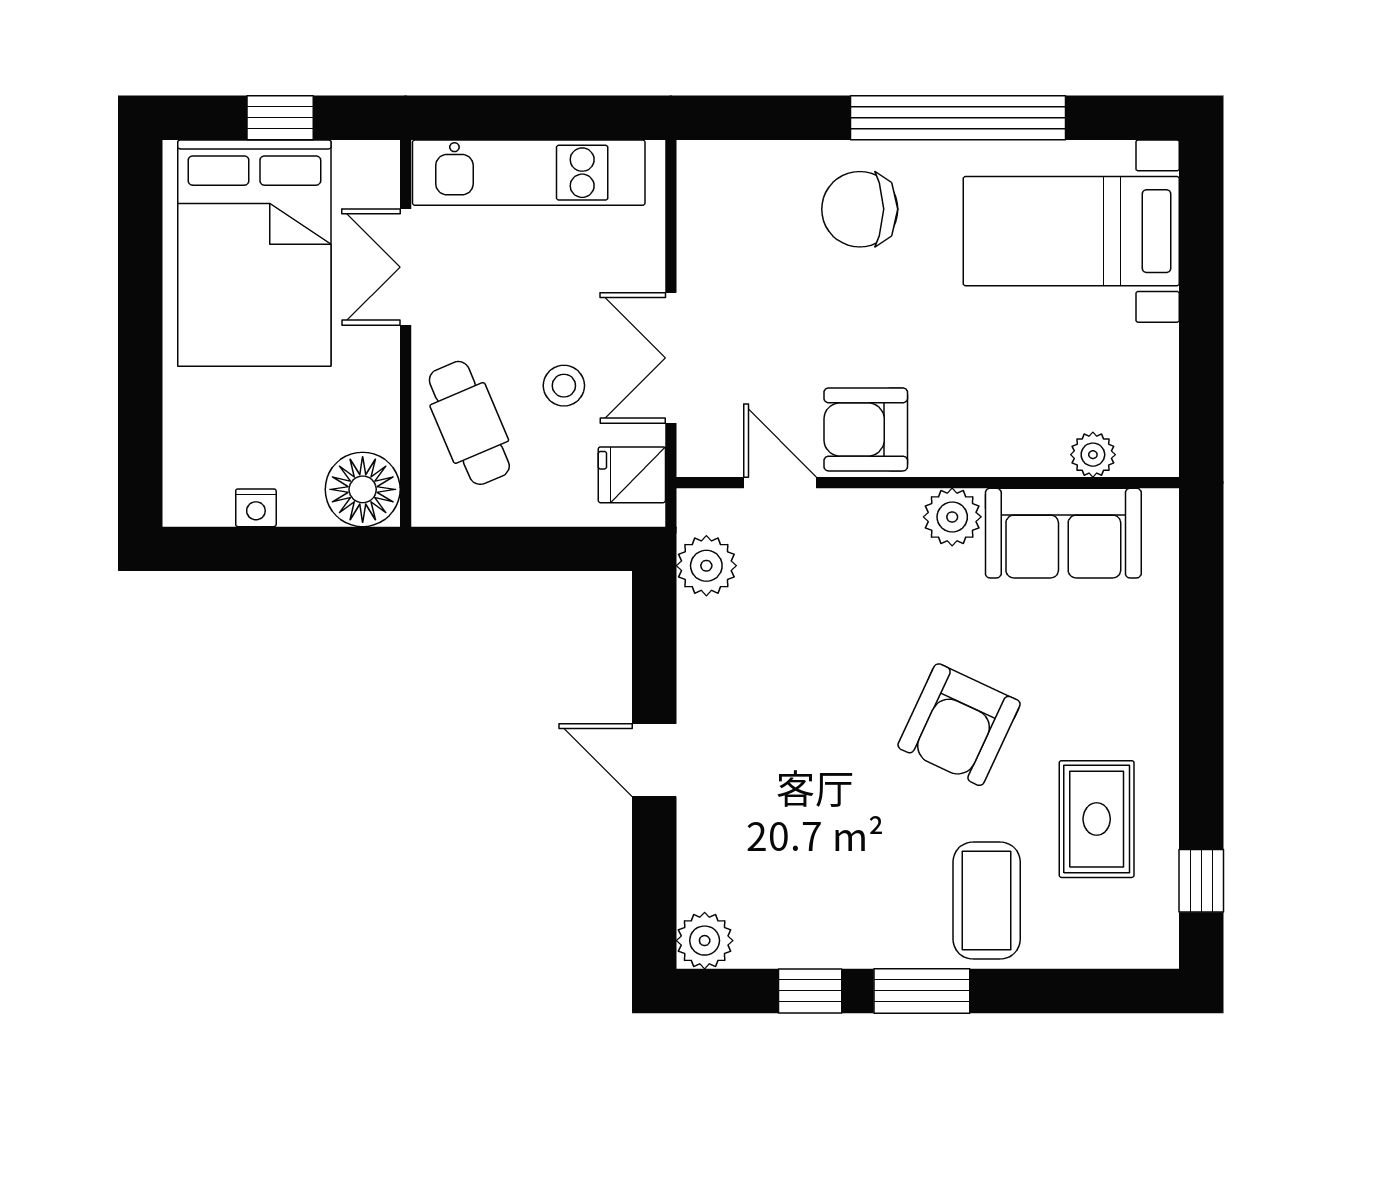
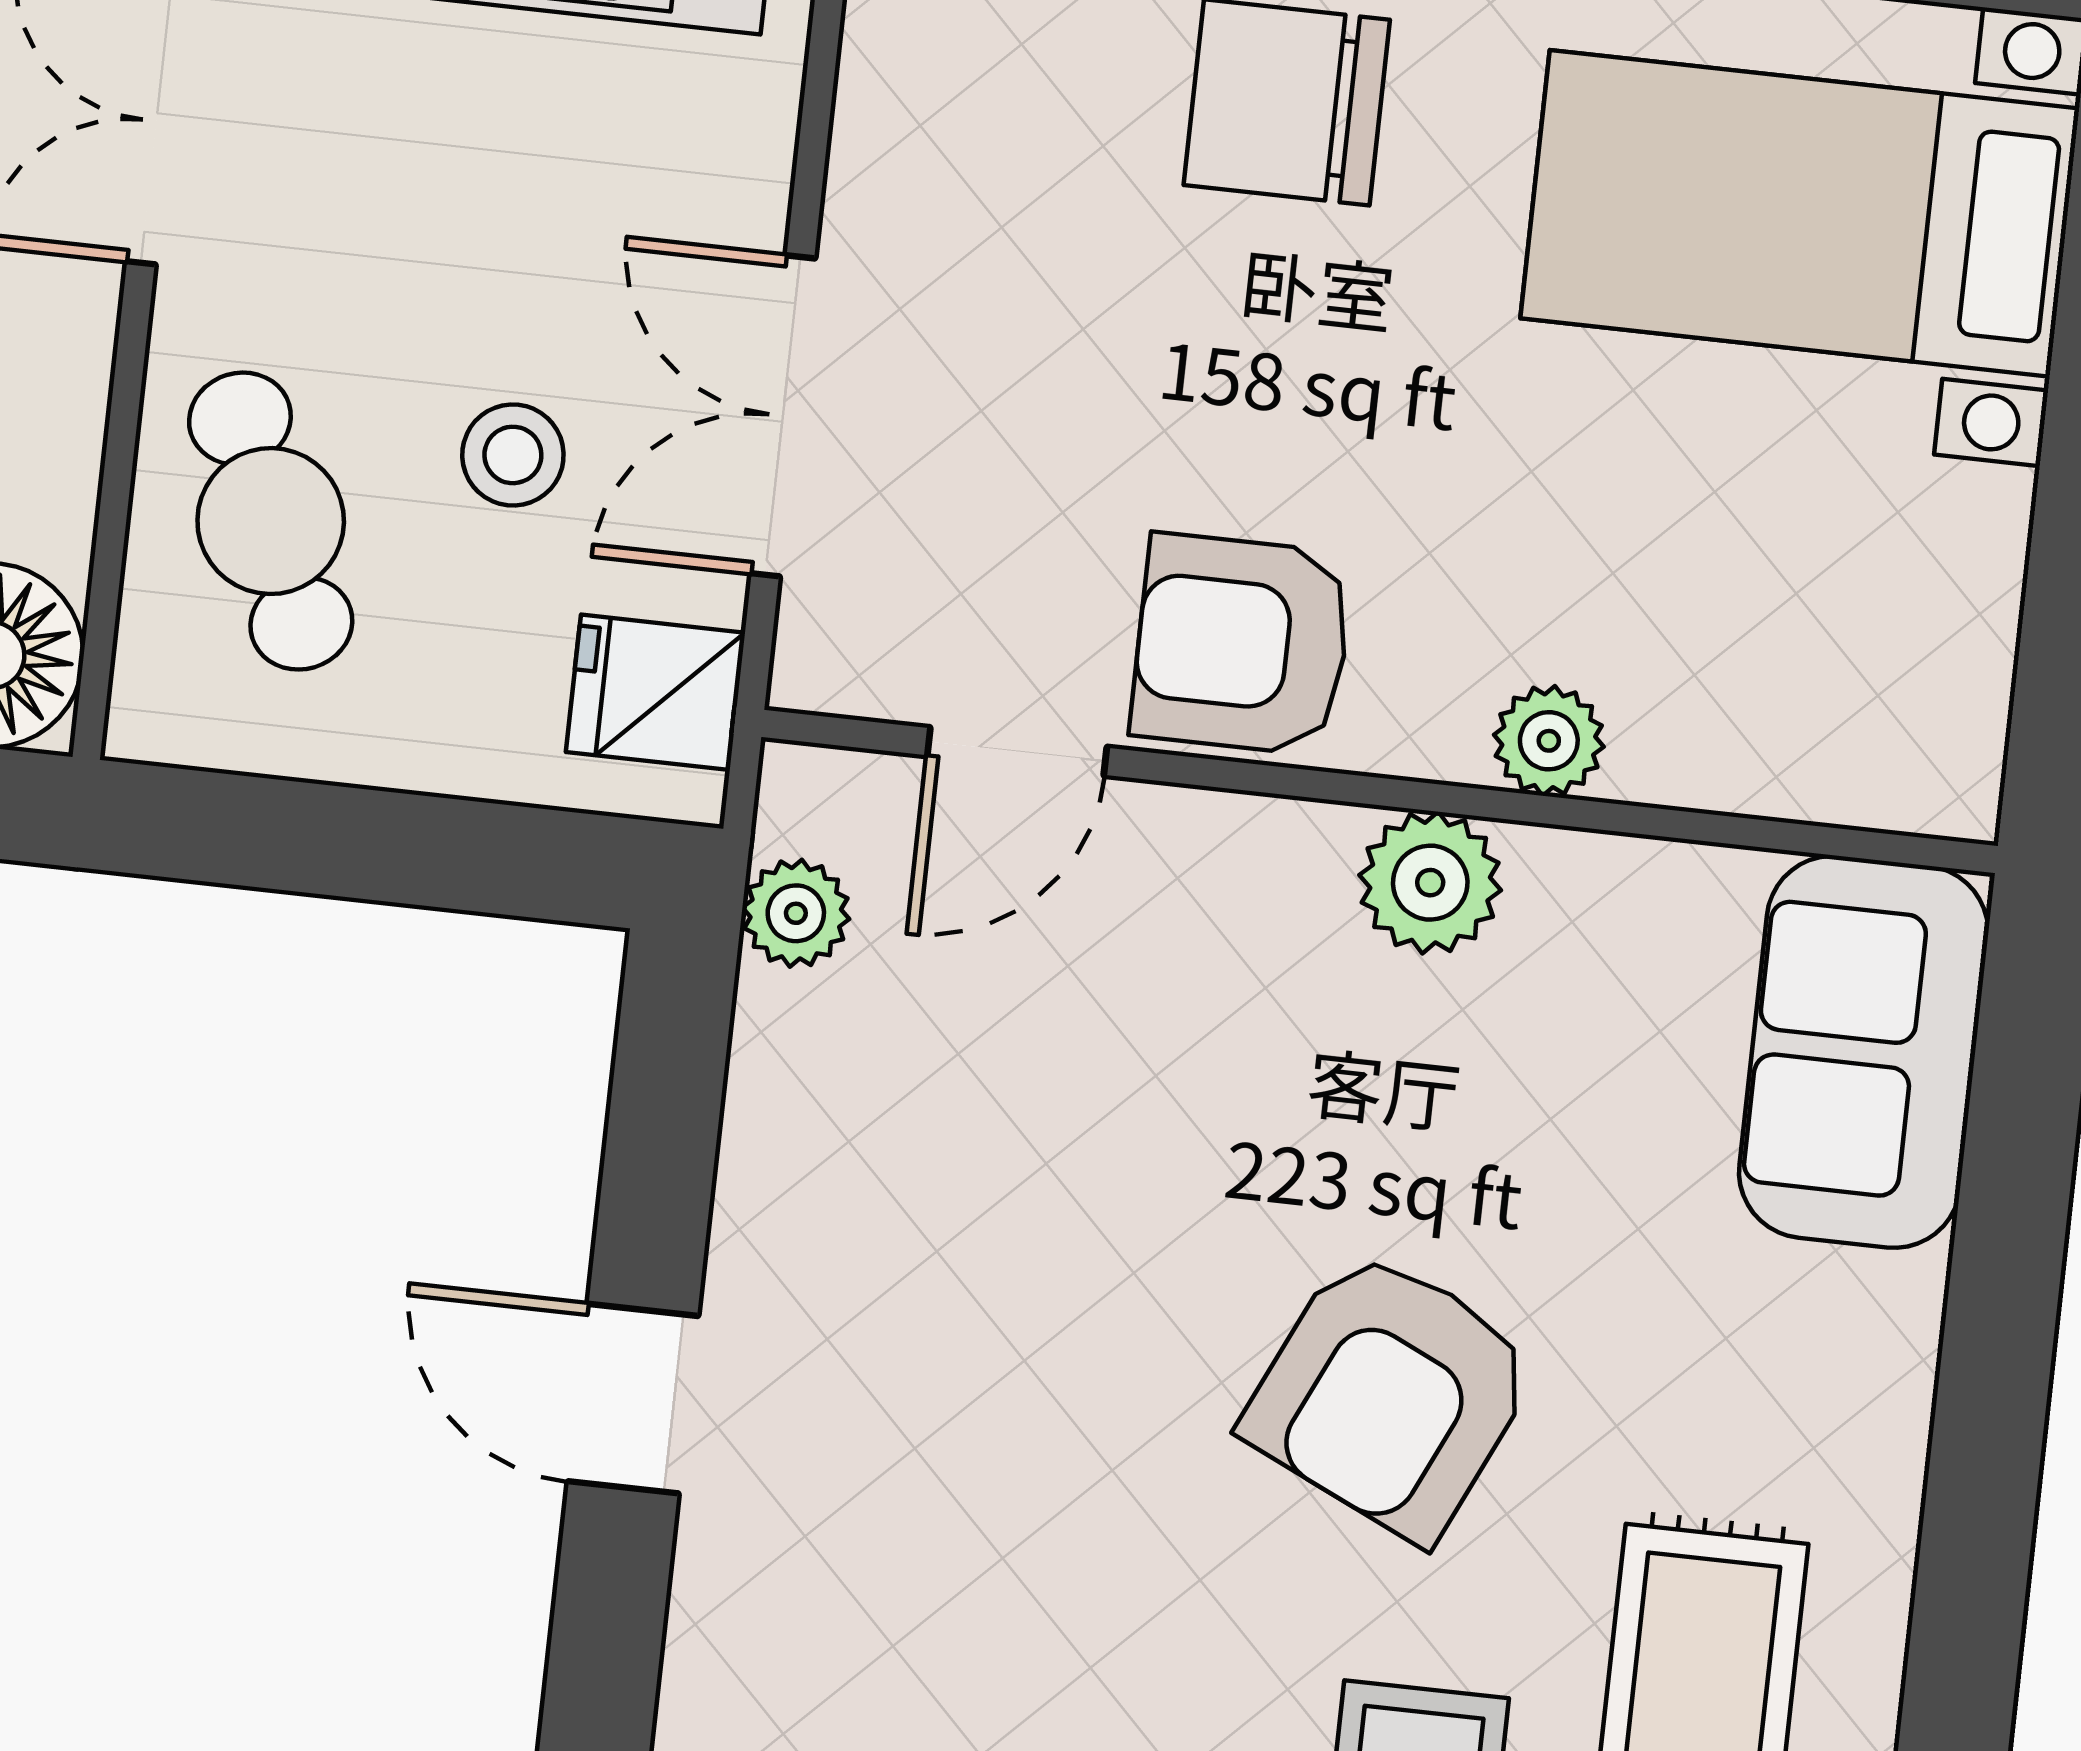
plant: (1093, 455) -> (1549, 741), moved
door: (780, 483) -> (1017, 751), swing flipped
sofa: (1063, 533) -> (1864, 1052), moved, turned 90
plant: (706, 566) -> (796, 913), width x0.73, depth x0.73

